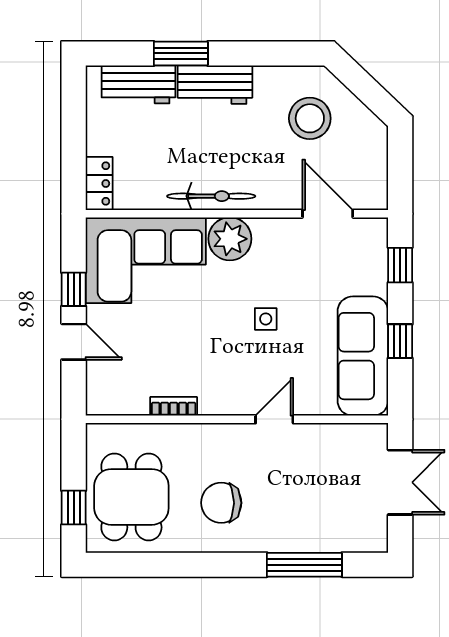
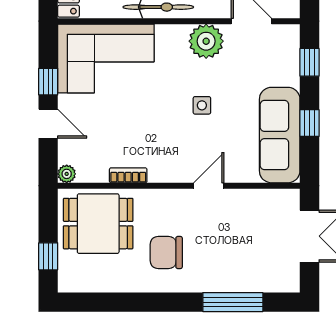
plant: (230, 239) -> (206, 41), moved
plant: (97, 405) -> (67, 174), added
dining table: (131, 497) -> (98, 224), moved, turned 90

